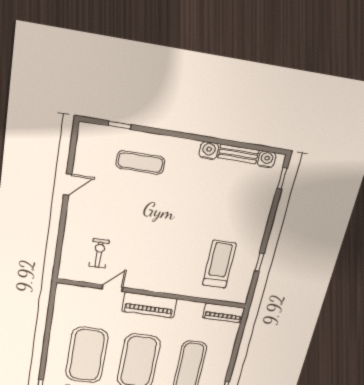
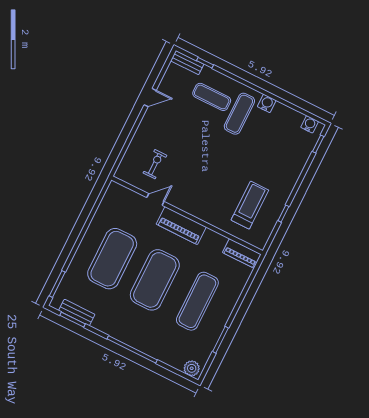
bench: (238, 154) -> (187, 63), moved
exercise mat: (179, 172) -> (239, 114), added

